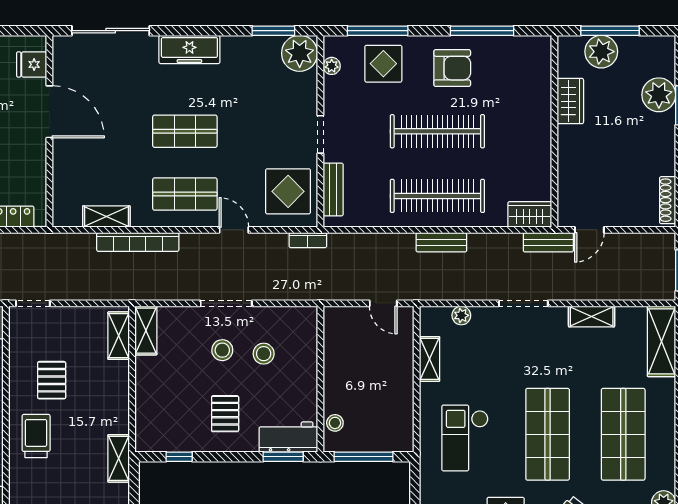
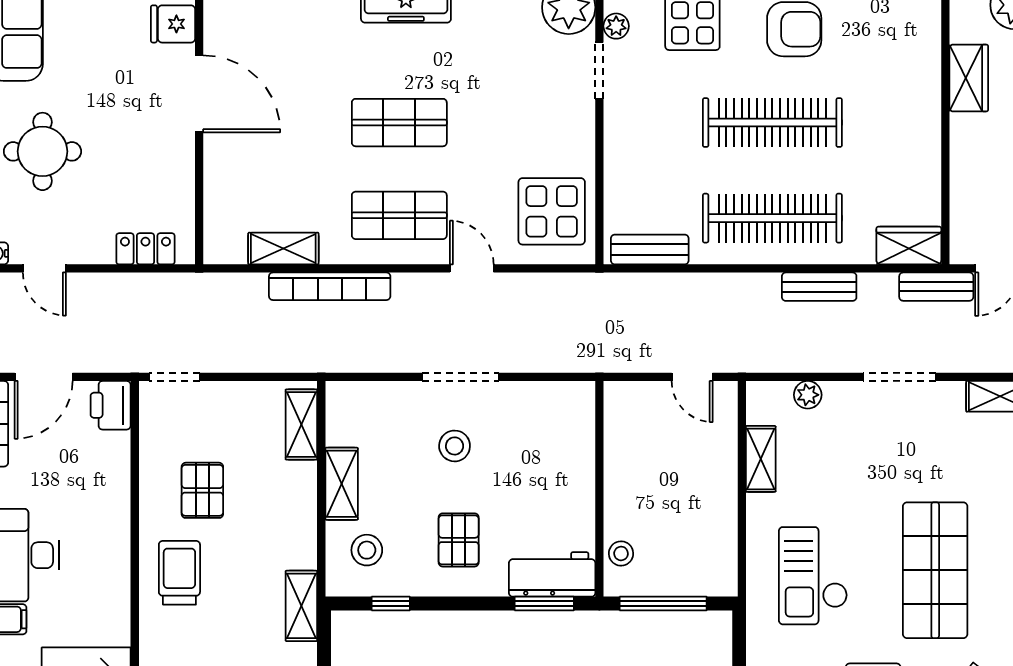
doorway: (320, 134) -> (599, 71), moved
bench: (333, 189) -> (650, 249), moved, turned 90
bookcase: (308, 240) -> (581, 284), removed
bench: (441, 242) -> (819, 287), moved
shelving: (146, 331) -> (342, 484), moved
stool: (264, 354) -> (367, 550), moved

